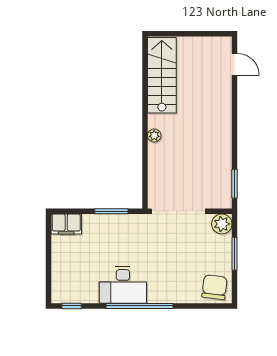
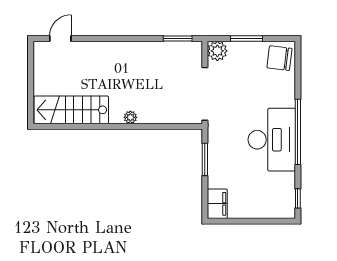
desk: (123, 285) -> (272, 140), width x1.36, depth x1.30

